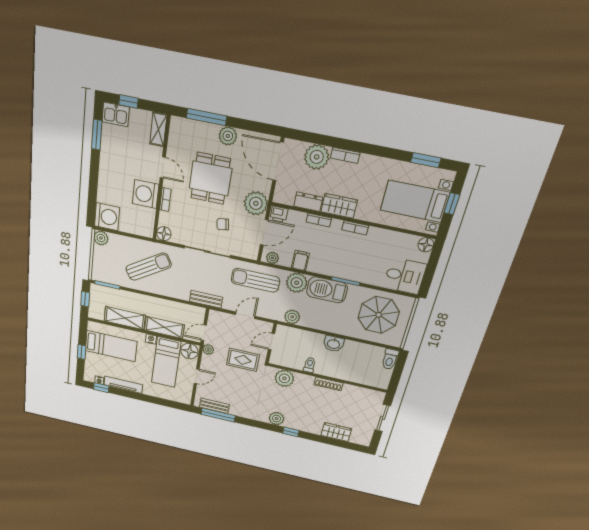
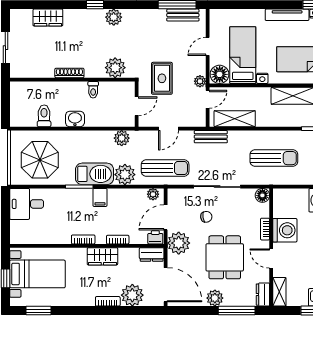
dresser: (176, 130) -> (263, 295), added
dresser: (308, 202) -> (152, 254), moved
floor lamp: (426, 245) -> (17, 237), removed
filing cabinet: (300, 261) -> (100, 197), moved
sun lounger: (149, 267) -> (274, 158), turned -148
shelving: (164, 327) -> (235, 119), moved
toilet: (390, 359) -> (44, 116), moved
rug: (243, 360) -> (162, 78), turned 90

